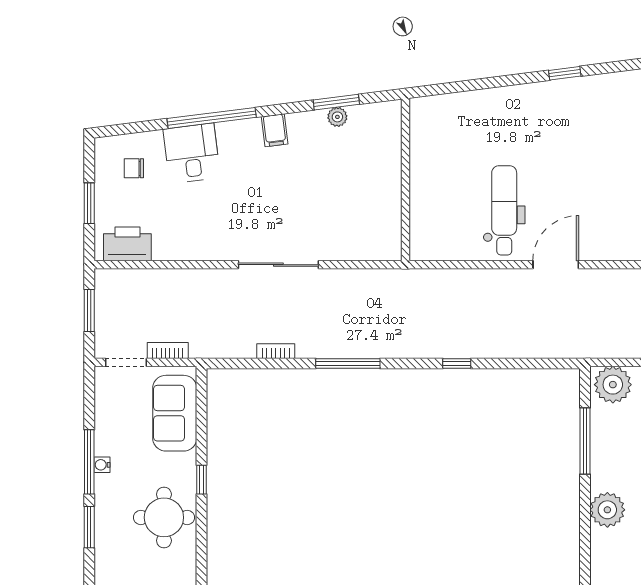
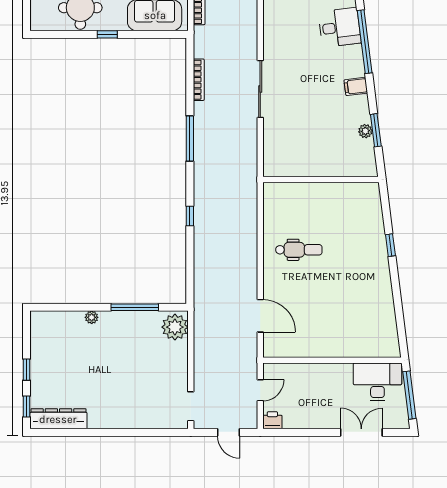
window: (565, 73) -> (390, 245), moved
dental chair: (504, 210) -> (299, 250), width x0.73, depth x0.72
door: (556, 265) -> (260, 316), moved
bookcase: (276, 351) -> (199, 80), width x1.56
plant: (607, 510) -> (92, 317), width x0.53, depth x0.53

